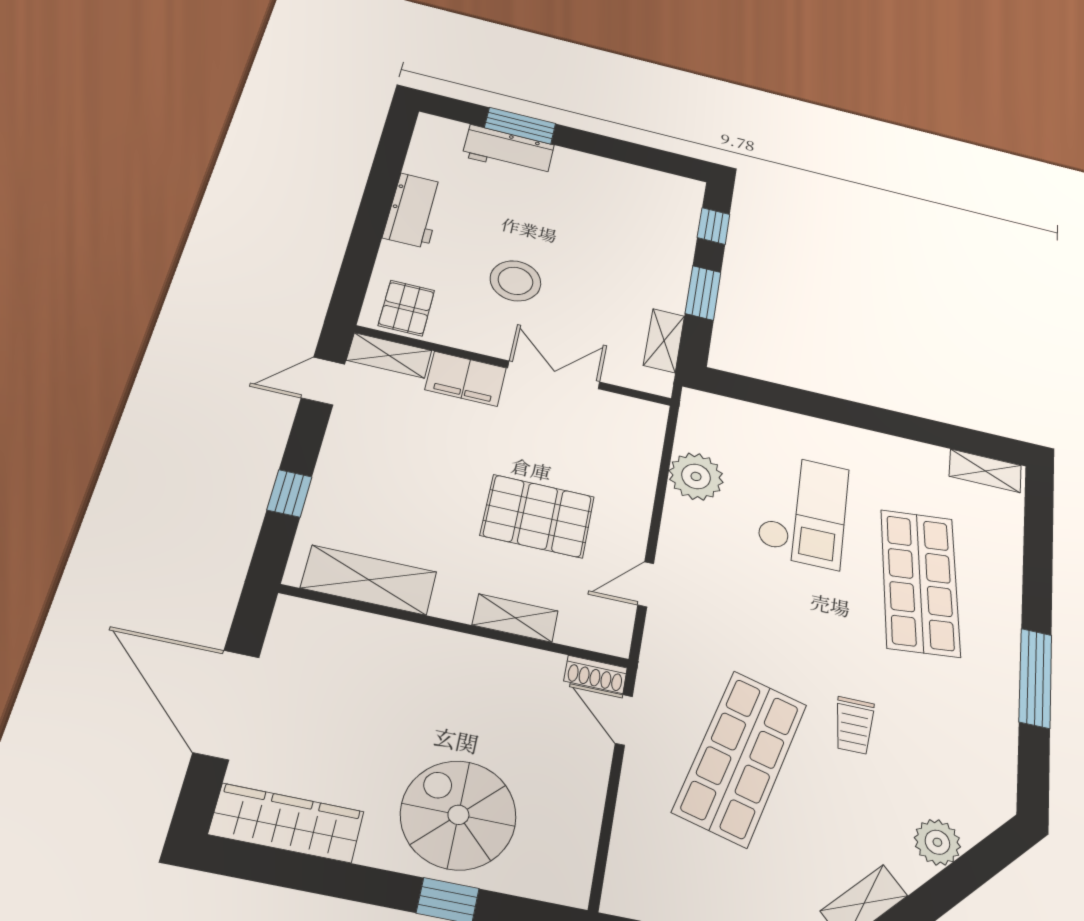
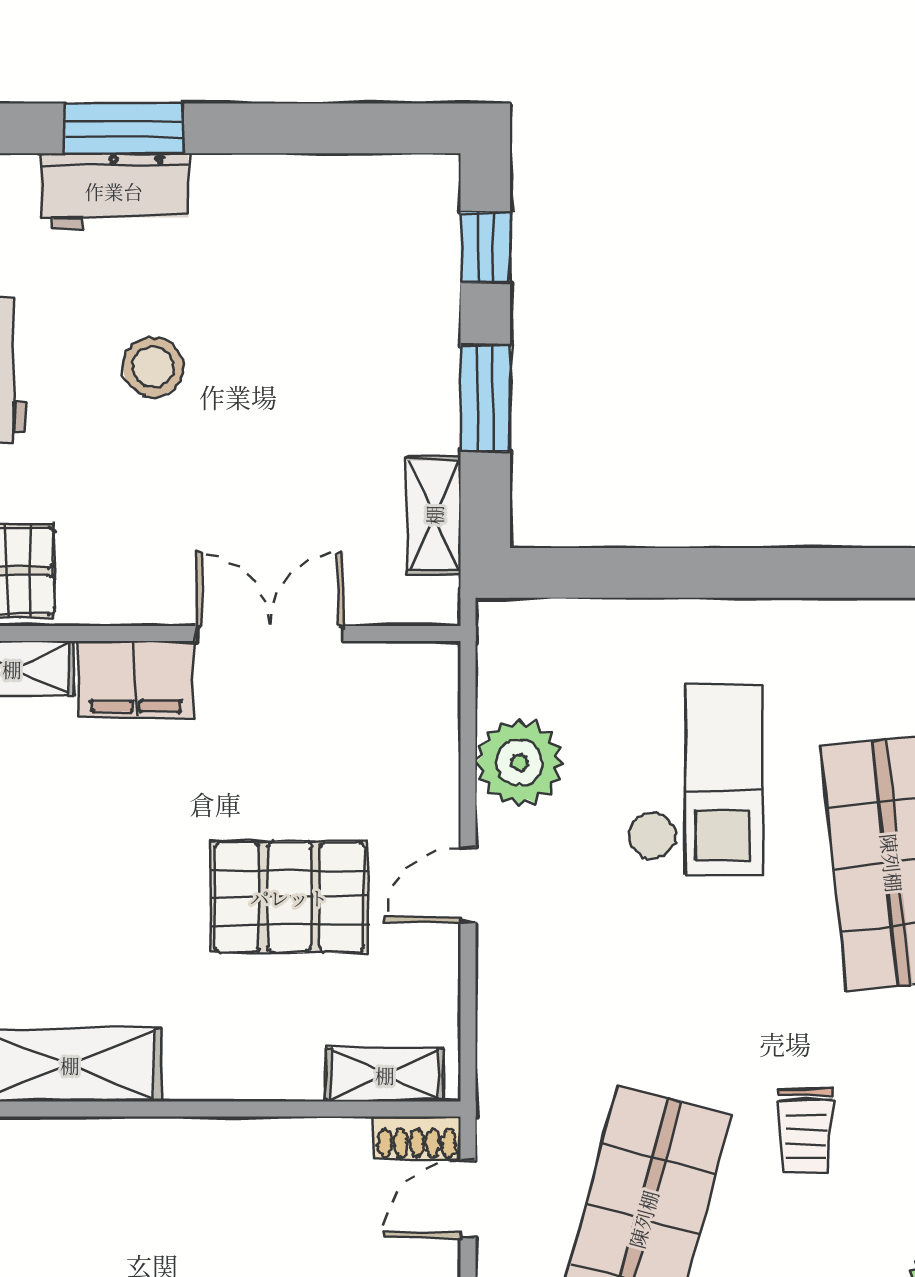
stool: (516, 281) -> (153, 367), moved, width x0.73, depth x0.73
door: (646, 584) -> (468, 885), moved
shelving: (515, 618) -> (385, 1075), moved
door: (624, 720) -> (468, 1199), hinge flipped

